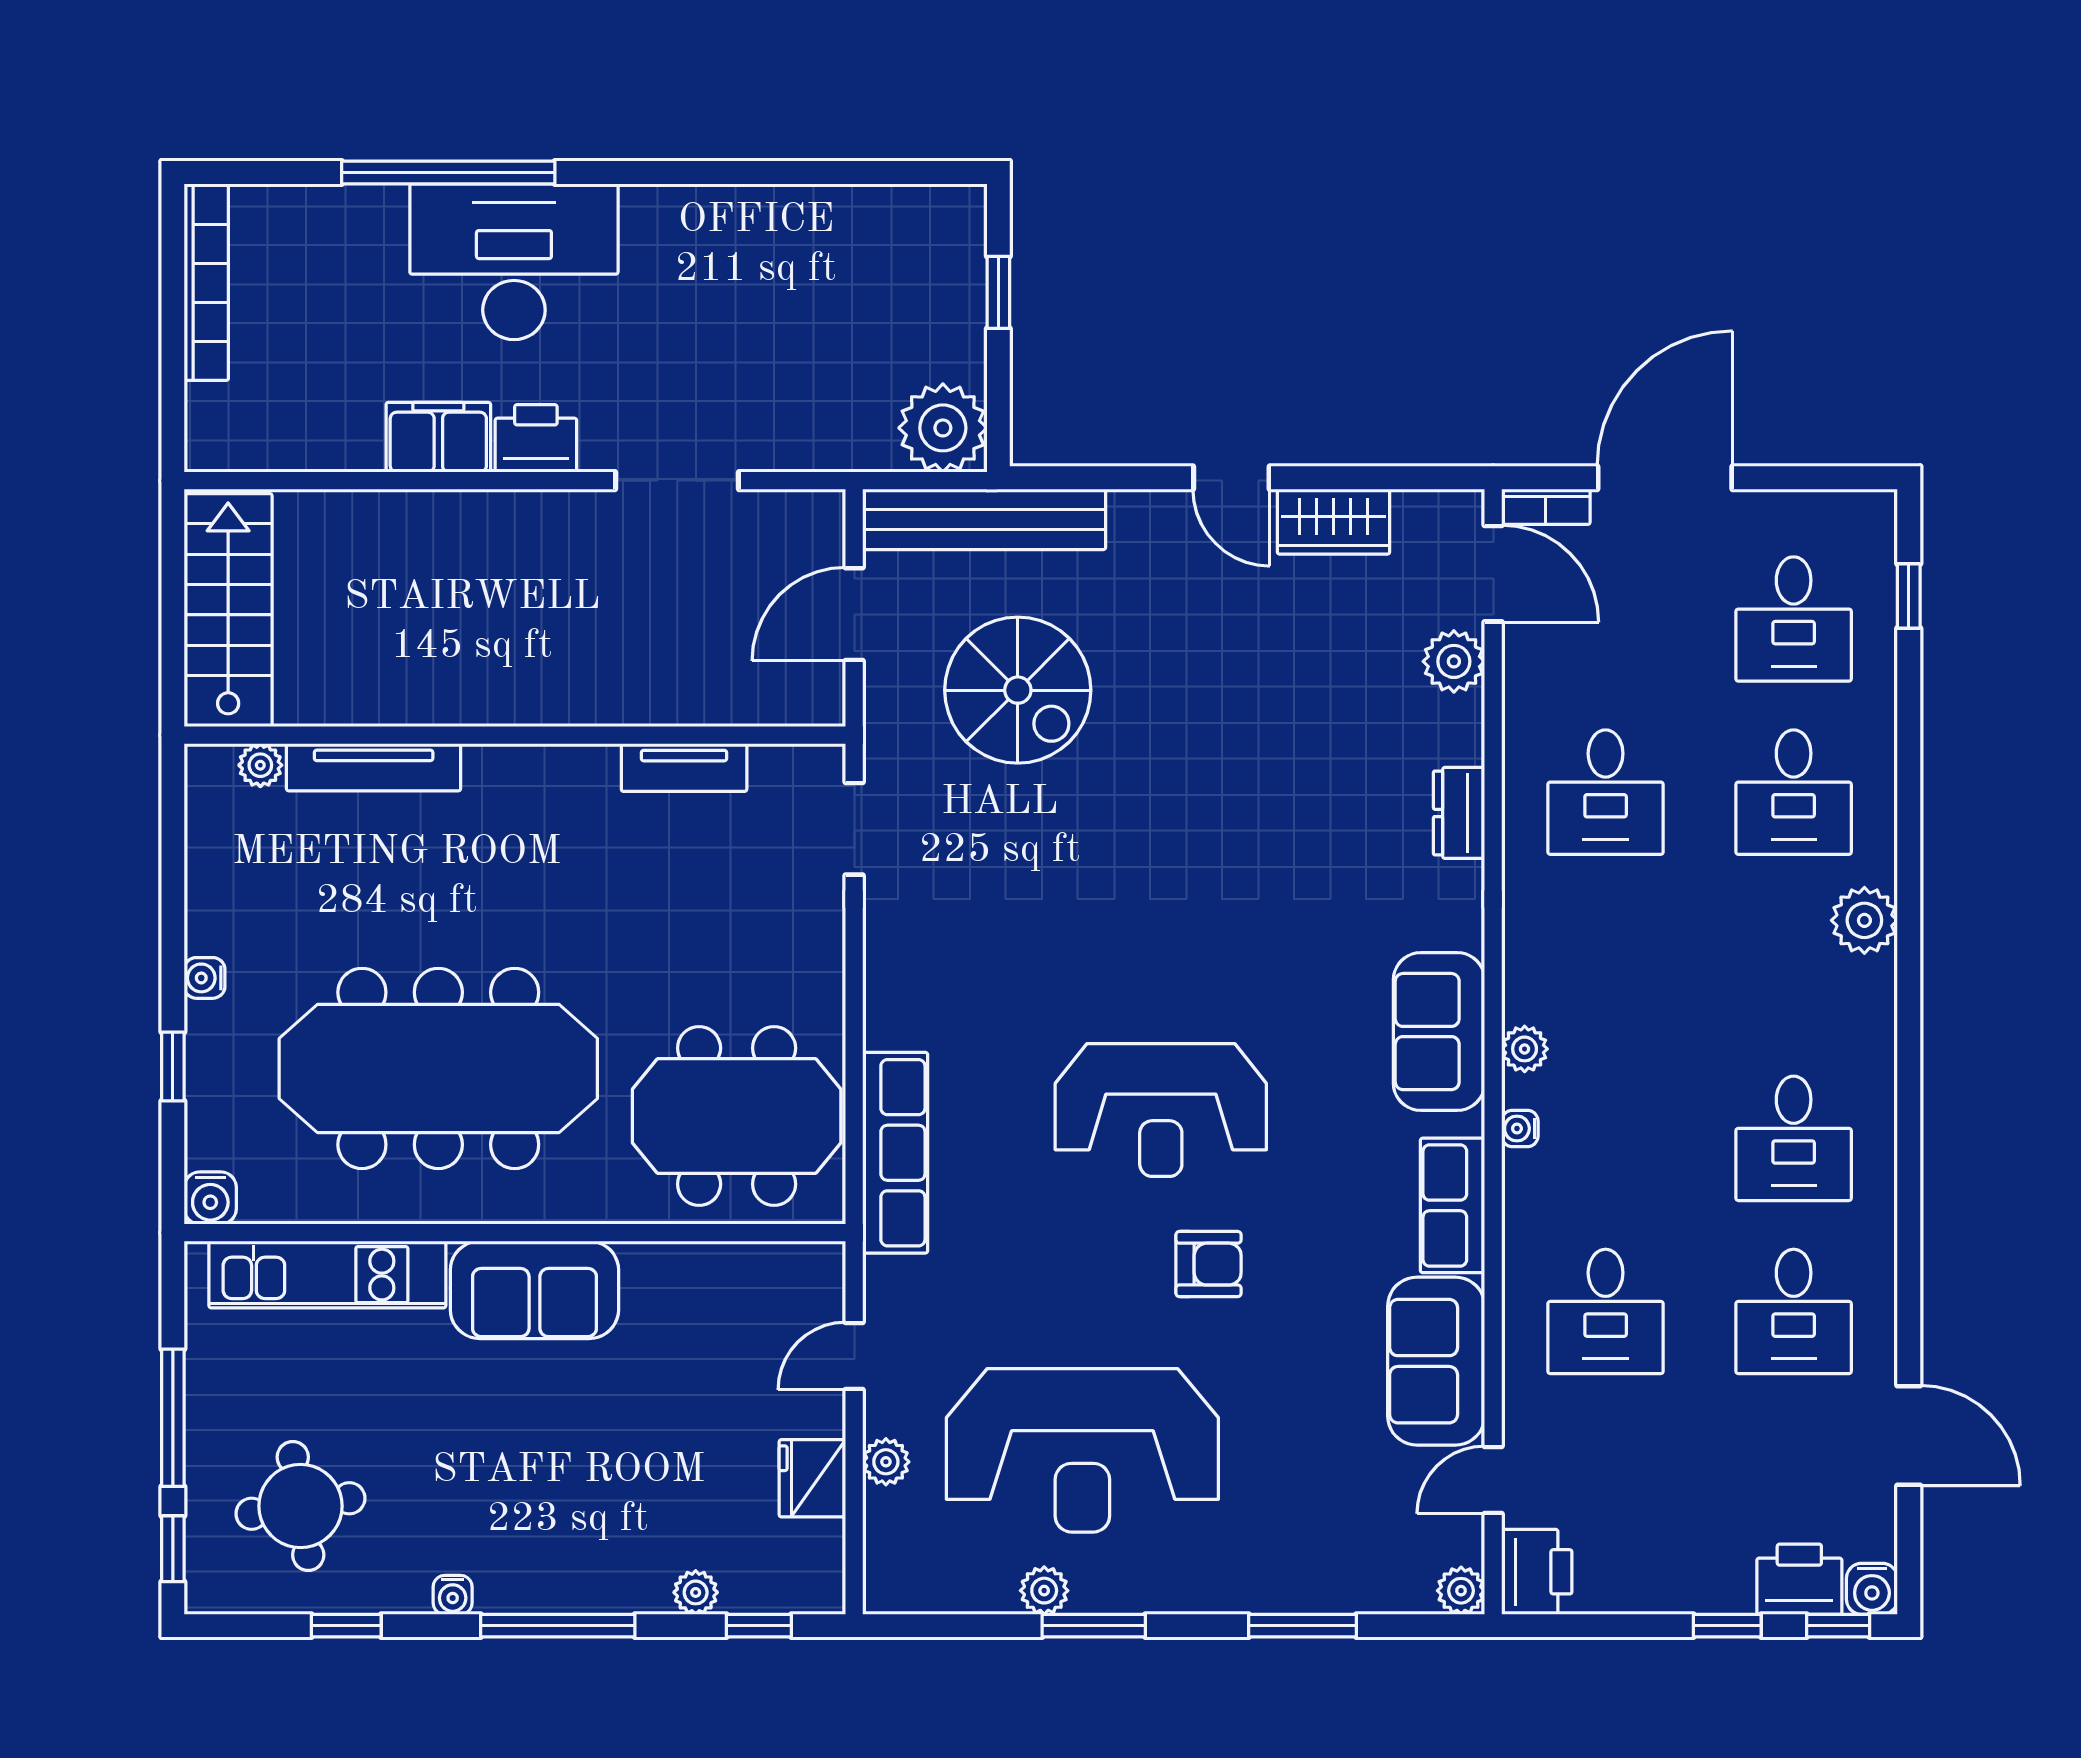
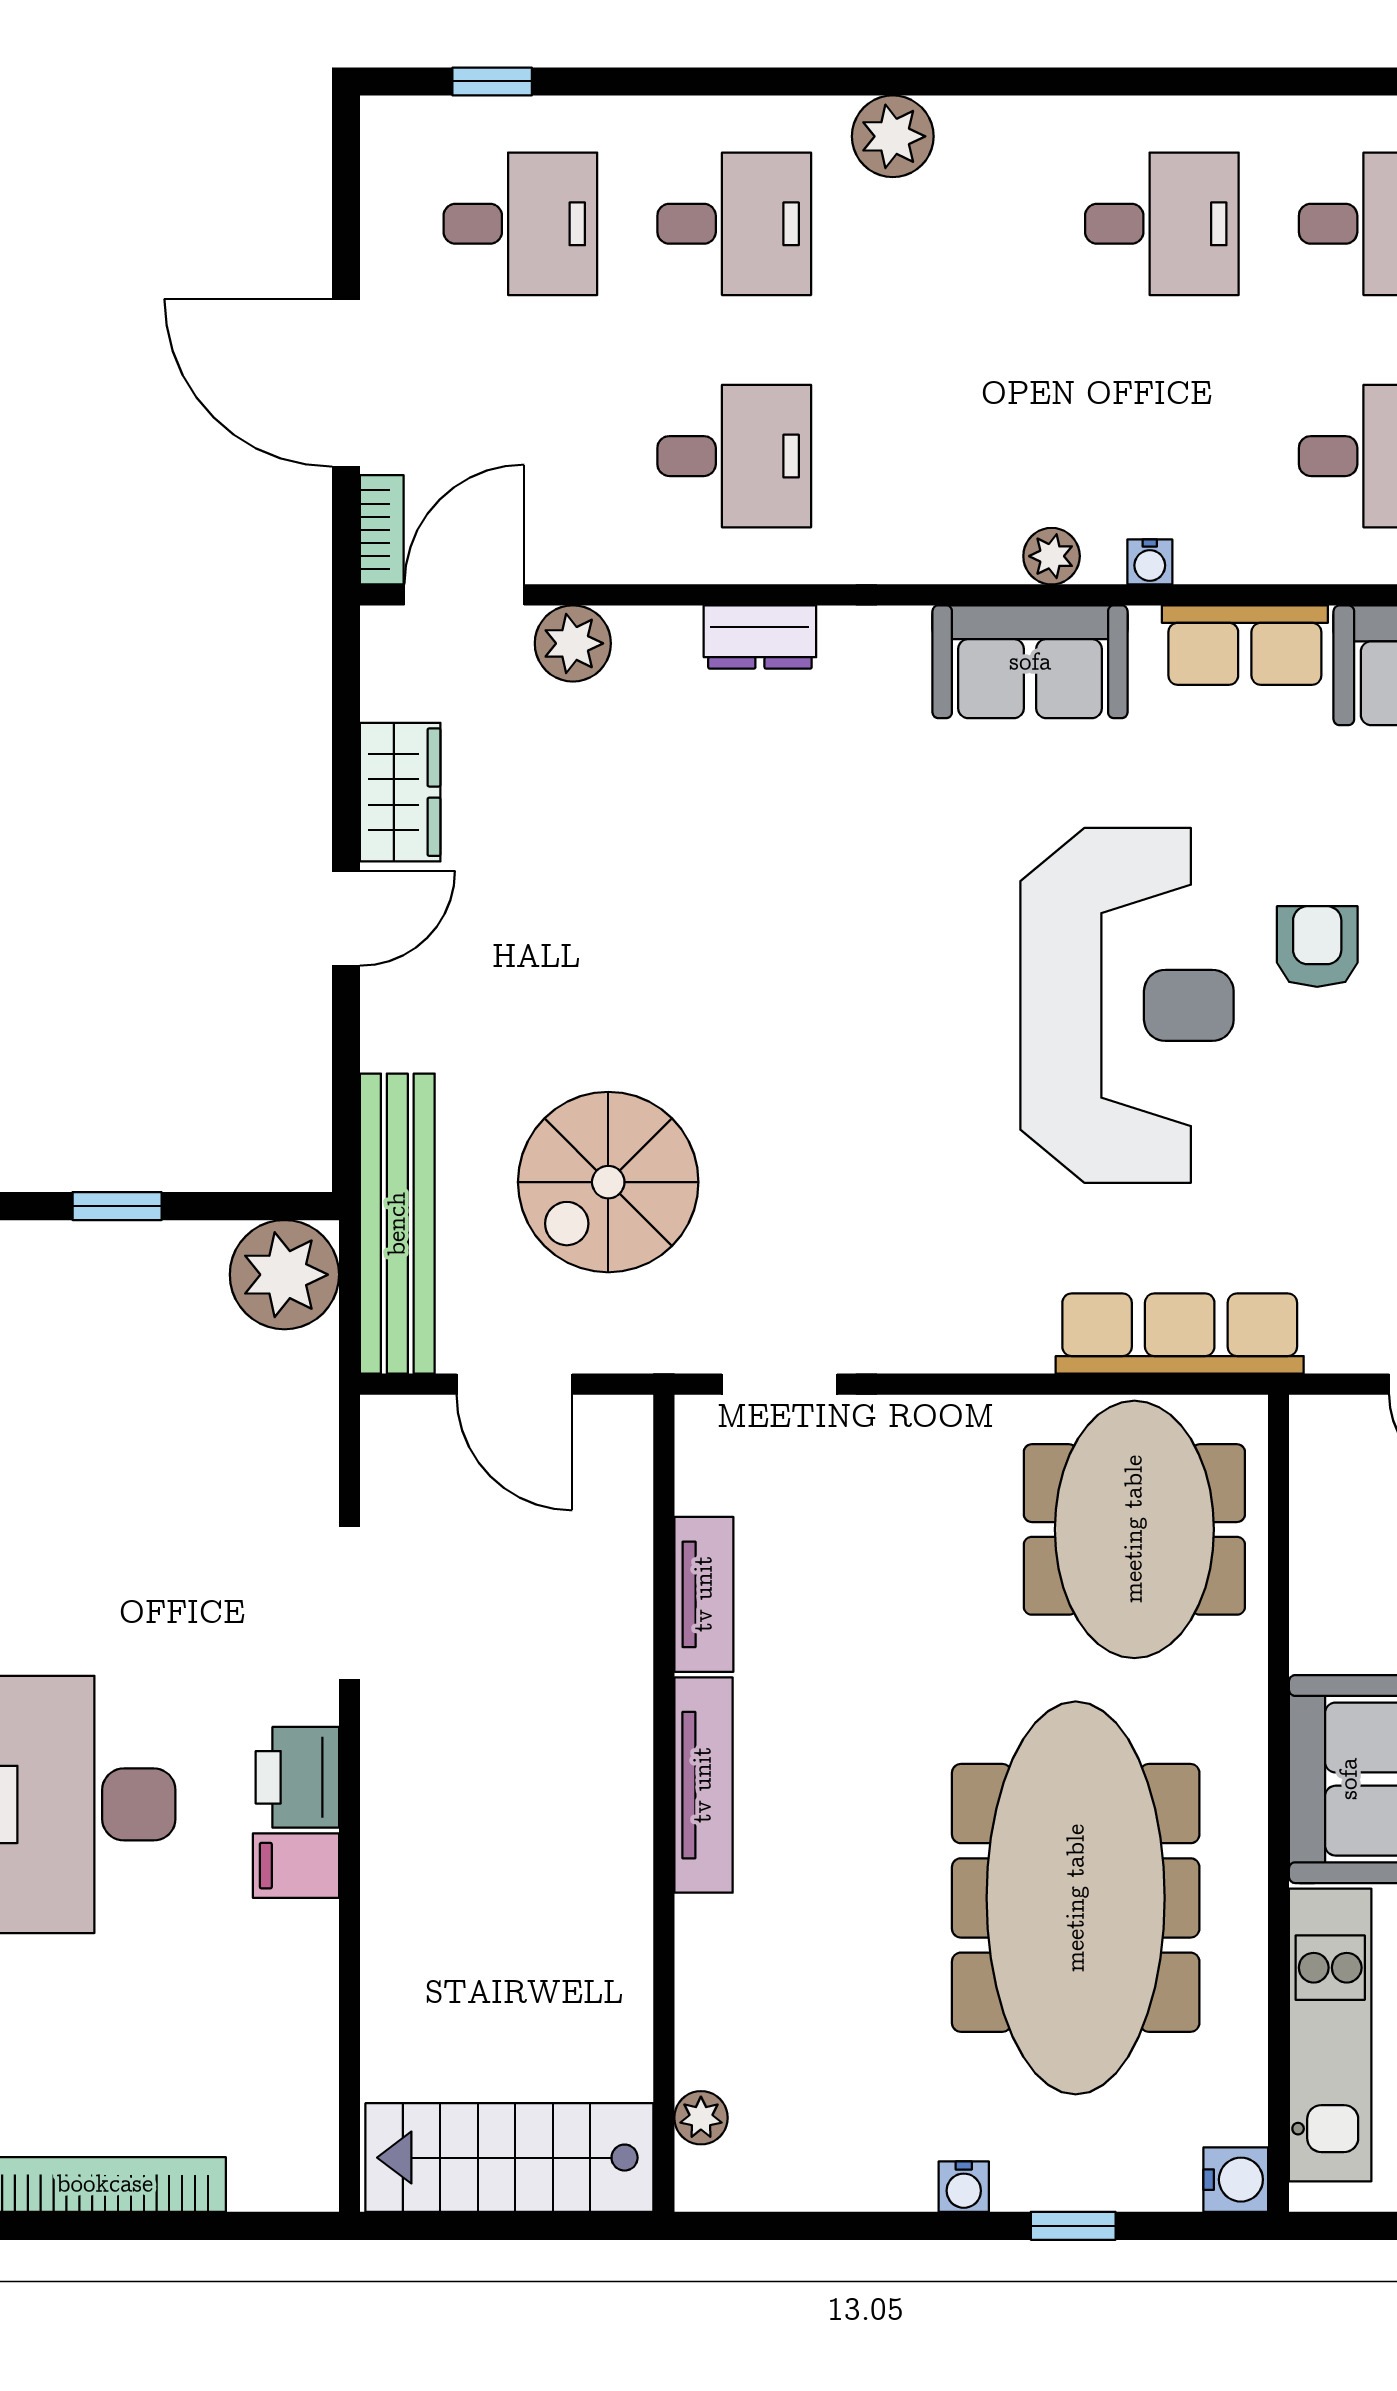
filing cabinet: (438, 437) -> (296, 1866), width x0.50
spiral stairs: (1018, 690) -> (608, 1182), turned 180
tv unit: (374, 767) -> (703, 1785), moved
reception desk: (1161, 1110) -> (1127, 1005), width x1.36, depth x1.30

